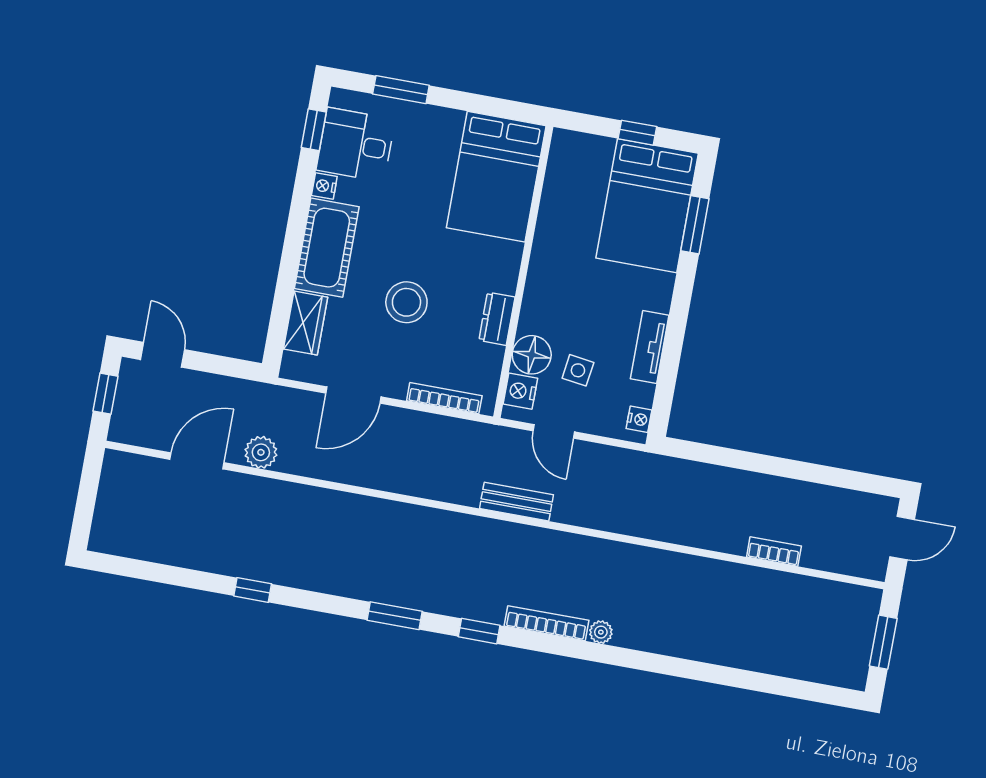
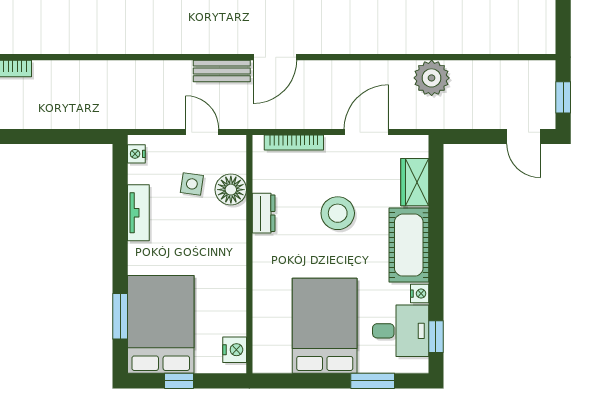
bed: (496, 177) -> (325, 326), moved
nightstand: (520, 391) -> (235, 350), moved
plant: (261, 452) -> (432, 78), width x1.36, depth x1.36
door: (197, 461) -> (275, 57), moved

